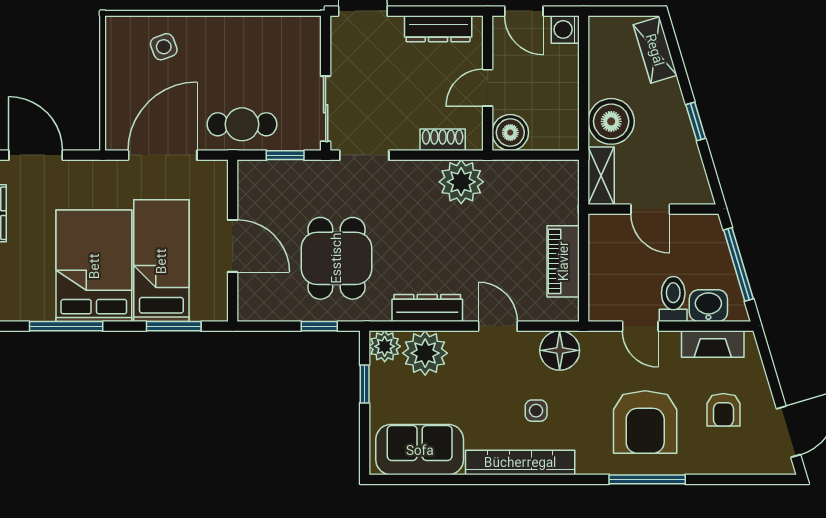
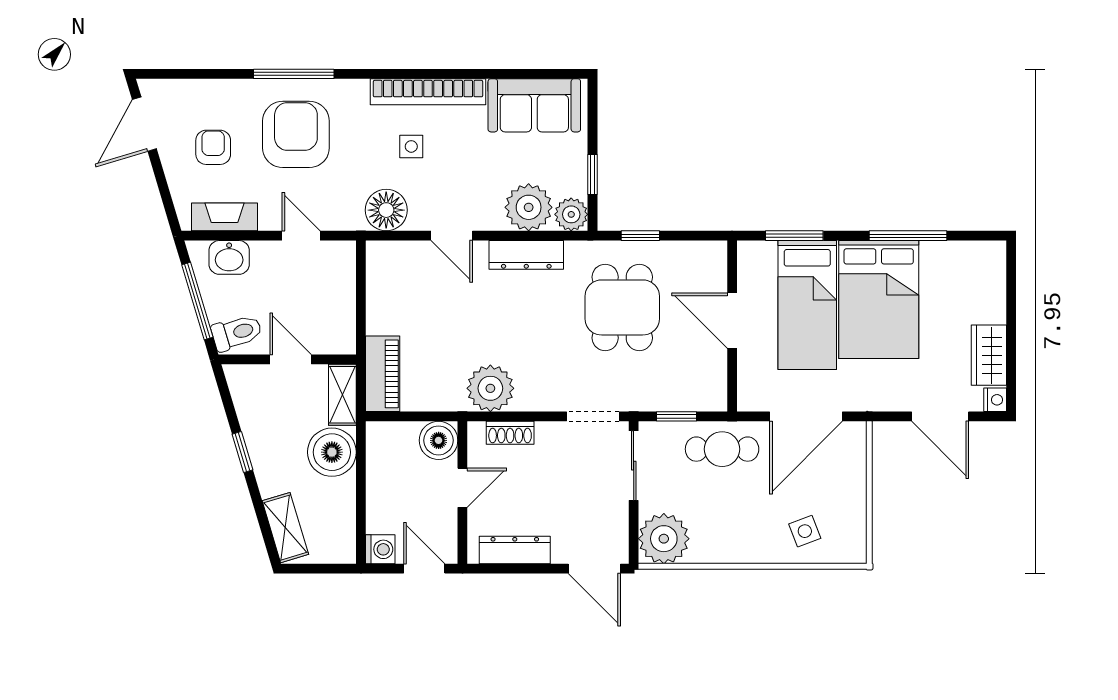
plant: (297, 40) -> (664, 539), added
piano: (563, 261) -> (383, 374), moved
toilet: (673, 299) -> (237, 333), moved, turned -107

